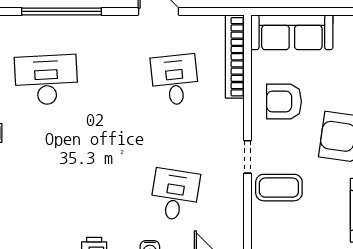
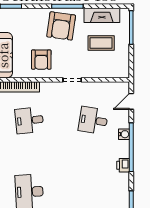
coffee table: (279, 188) -> (101, 43), moved, turned 90

